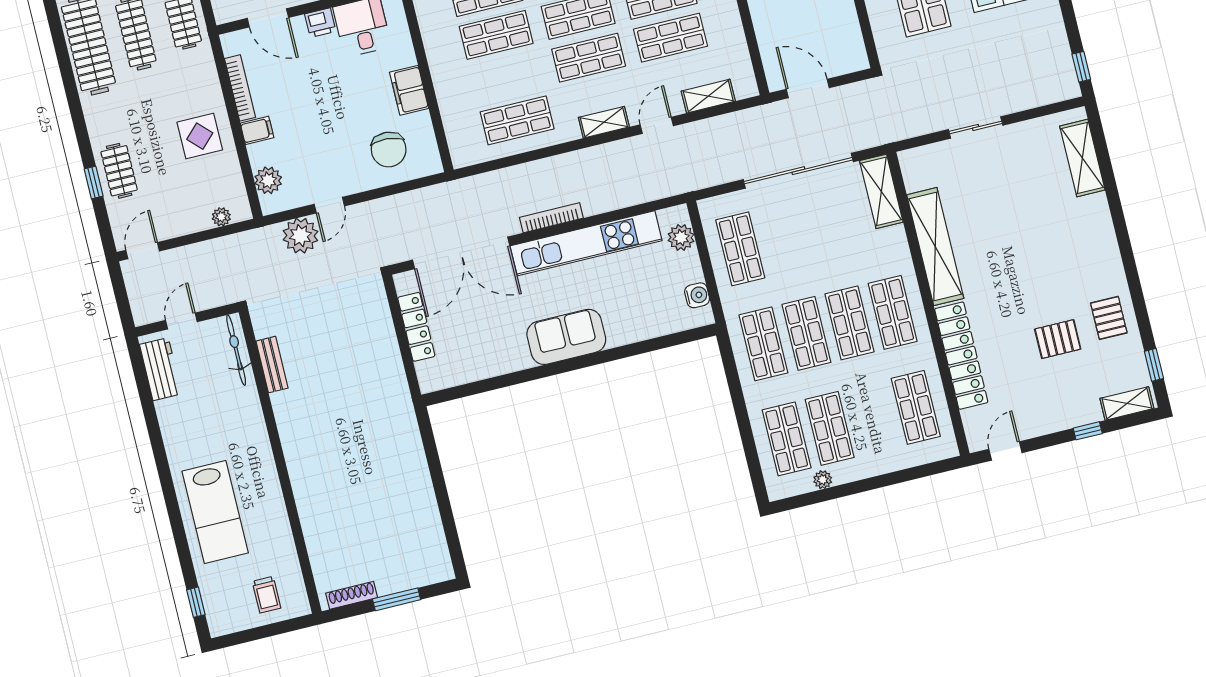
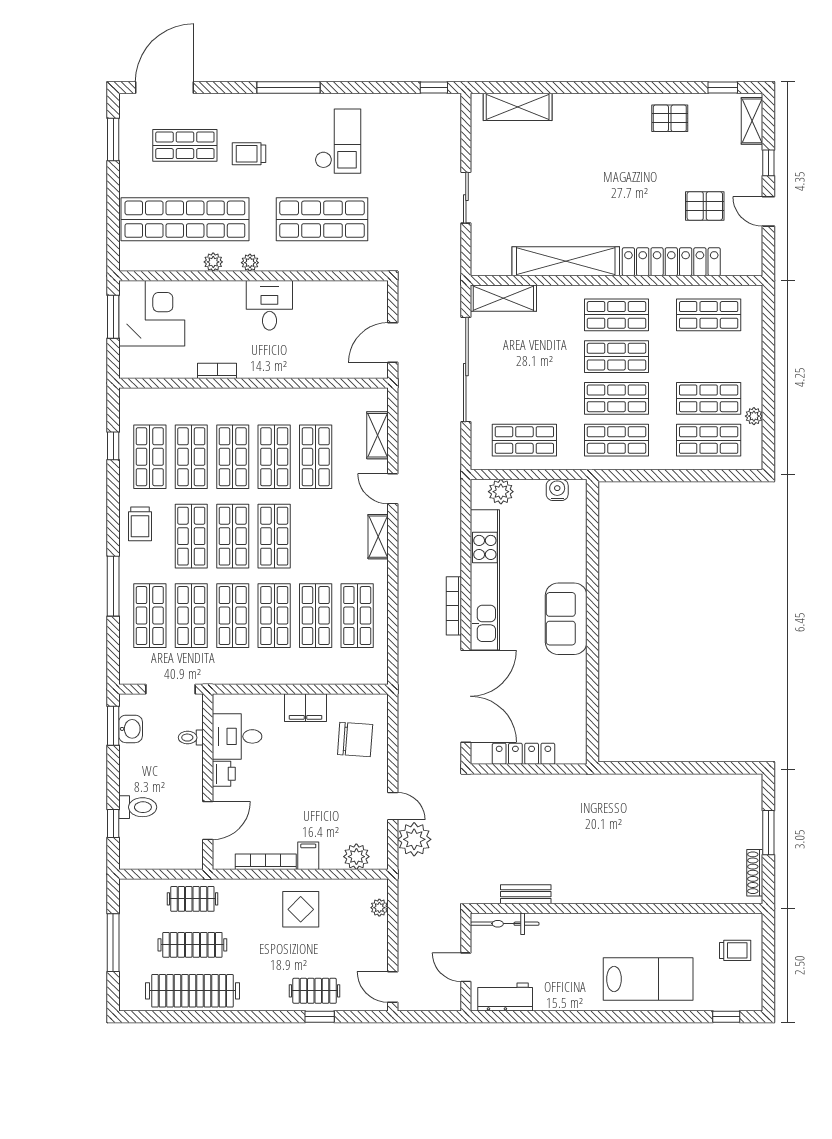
shop shelf: (589, 58) -> (316, 616), moved
pallet: (1058, 339) -> (705, 206), moved, turned 90
door: (1005, 451) -> (768, 211), moved

